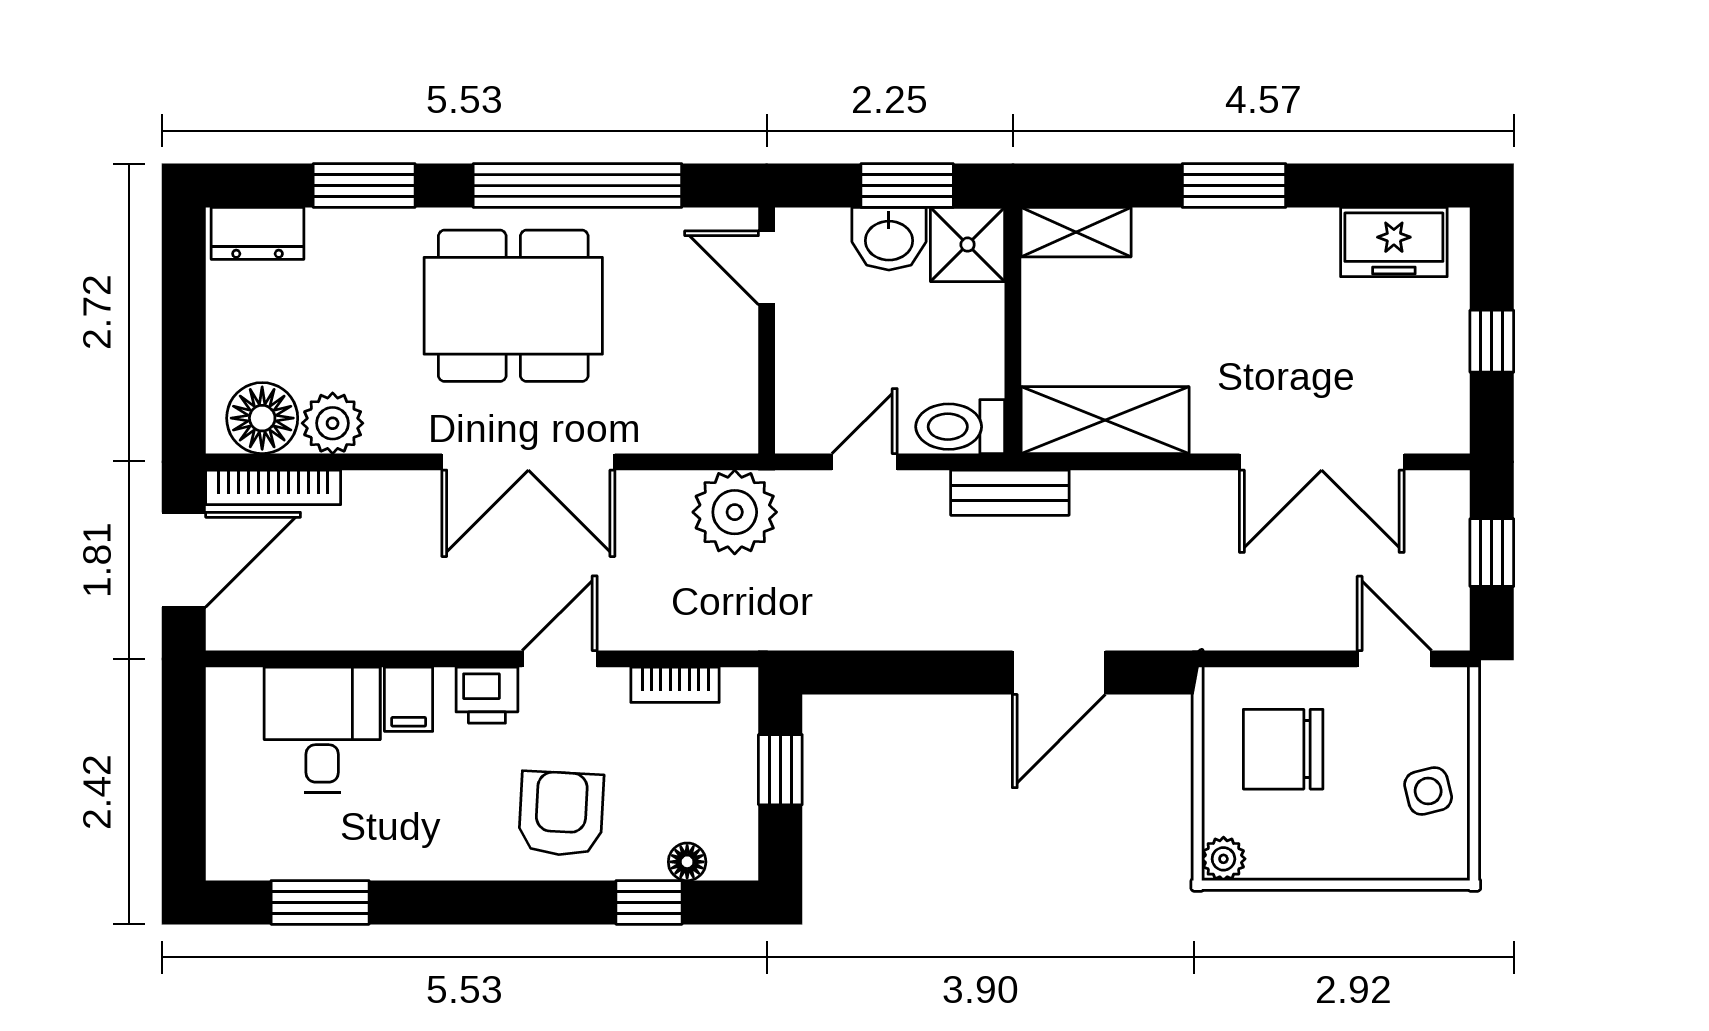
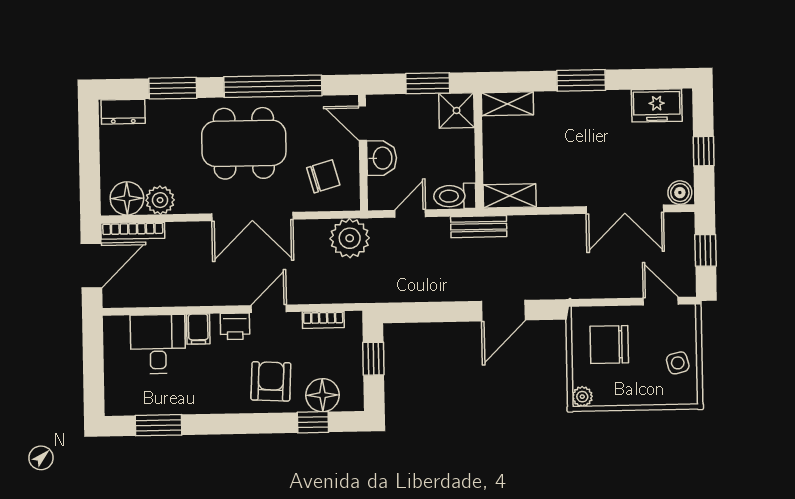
washbasin: (889, 239) -> (382, 158), moved, turned -90
chair: (681, 379) -> (323, 176), added
shelving: (1105, 420) -> (510, 196), width x0.67, depth x0.75
boiler: (1440, 428) -> (680, 193), added
floor lamp: (687, 862) -> (322, 395), width x1.89, depth x1.89

